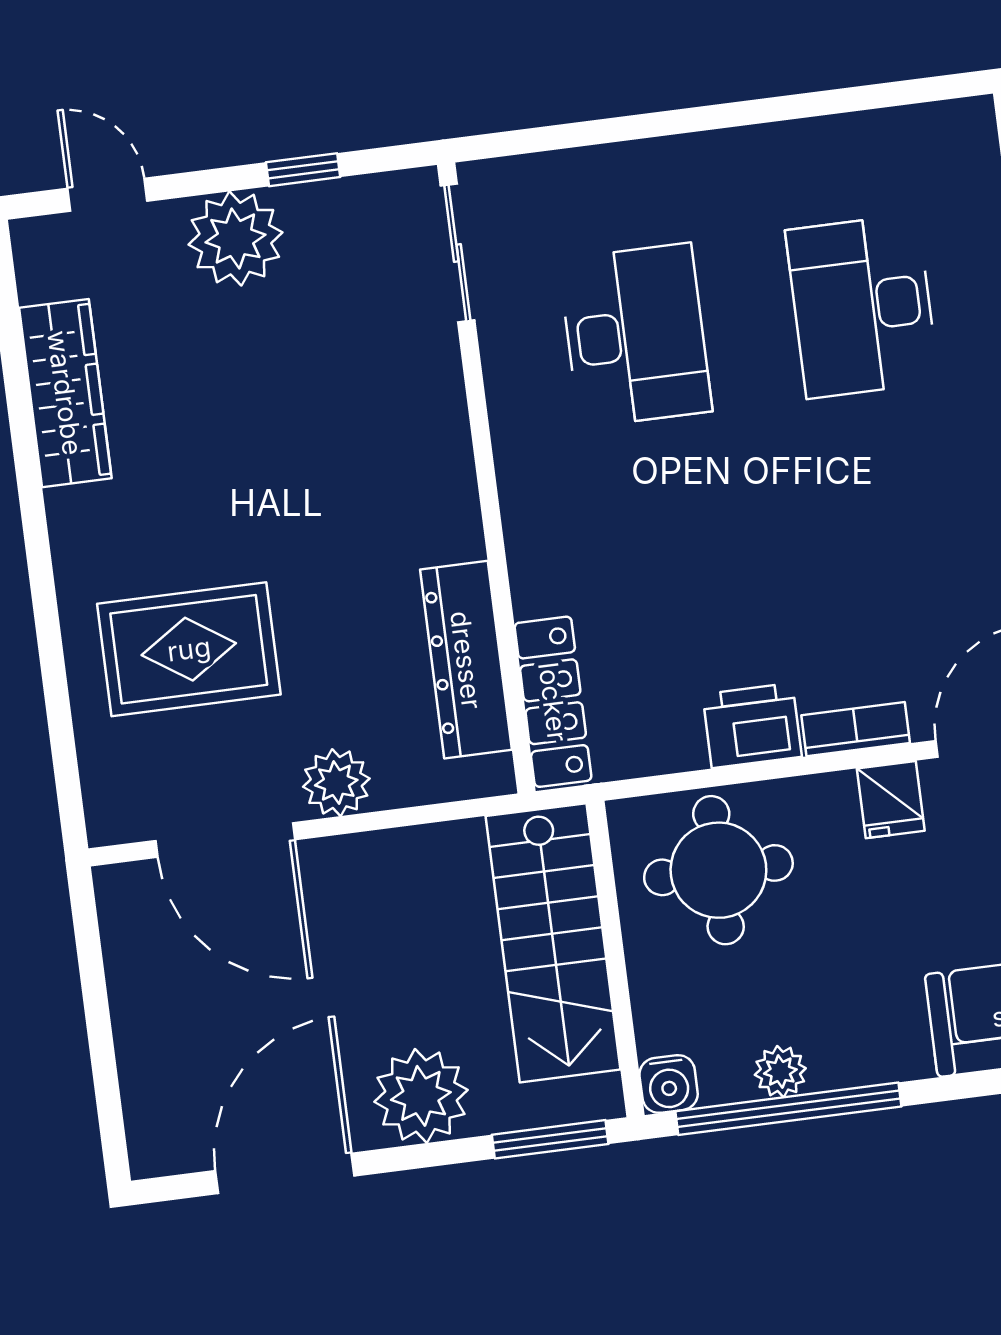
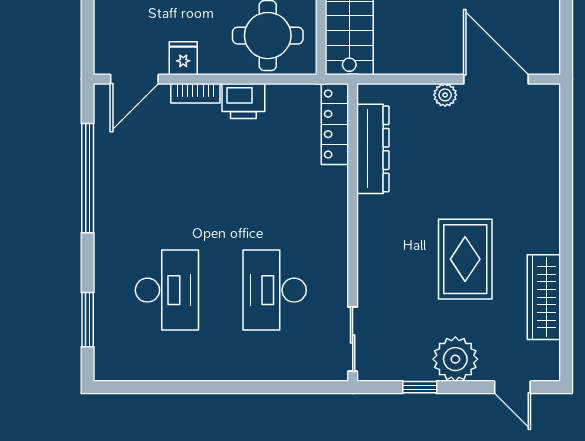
rug: (189, 649) -> (465, 259), moved, turned 90
plant: (336, 783) -> (445, 95), width x0.73, depth x0.73

